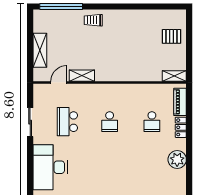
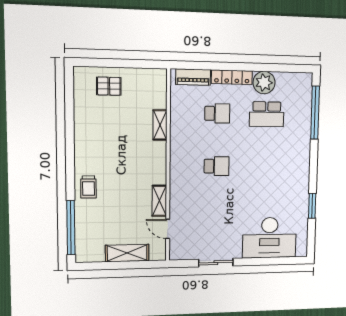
pallet: (172, 36) -> (109, 86), turned 90
shelving: (174, 76) -> (160, 125), moved
school desk: (67, 122) -> (267, 114), moved
locker: (181, 127) -> (232, 77), width x1.53

